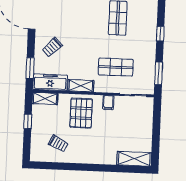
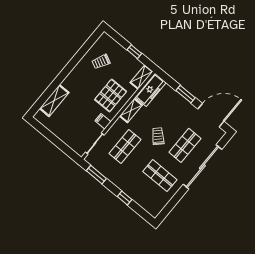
shop shelf: (75, 16) -> (185, 145), added
trolley: (52, 47) -> (158, 136), moved
window: (30, 68) -> (186, 94), moved
pallet: (81, 113) -> (111, 95), turned 90
shelving: (134, 159) -> (54, 101), moved

